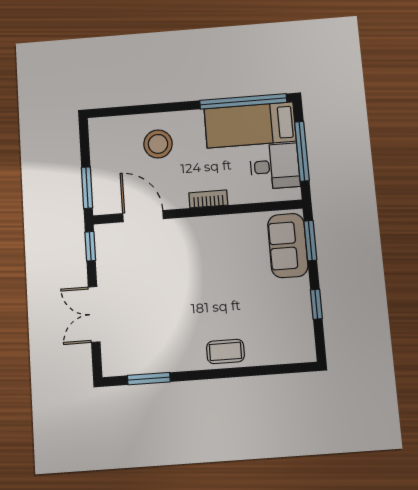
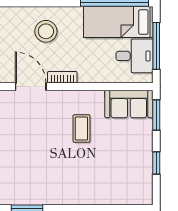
bookcase: (208, 199) -> (62, 77), moved
sofa: (288, 246) -> (129, 104), moved, turned -90
coffee table: (225, 351) -> (81, 129), moved, turned 90

